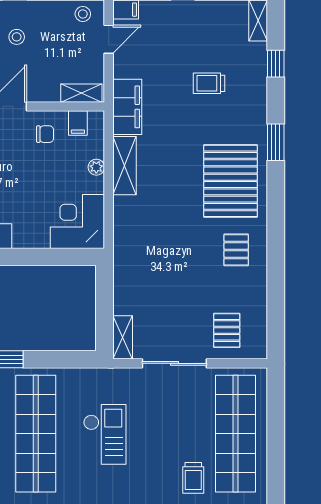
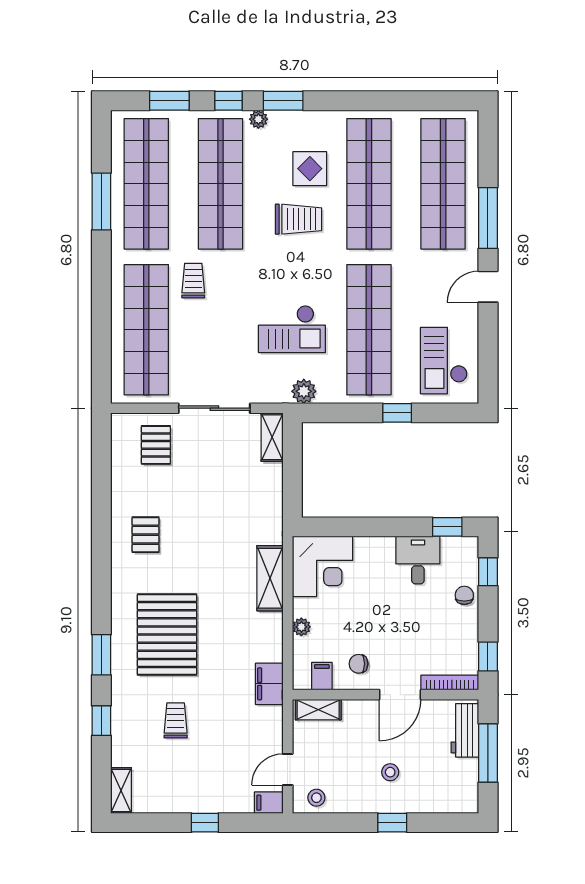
window: (276, 64) -> (101, 721), moved
trolley: (209, 83) -> (176, 720), turned -90
filing cabinet: (127, 107) -> (269, 684), width x0.67, depth x0.86
shelving: (124, 166) -> (270, 578), moved
pallet: (231, 181) -> (167, 635), moved
plant: (94, 379) -> (304, 391), added
checkout: (105, 434) -> (292, 329), turned -90

